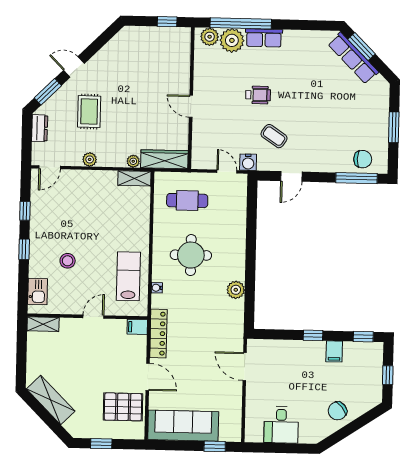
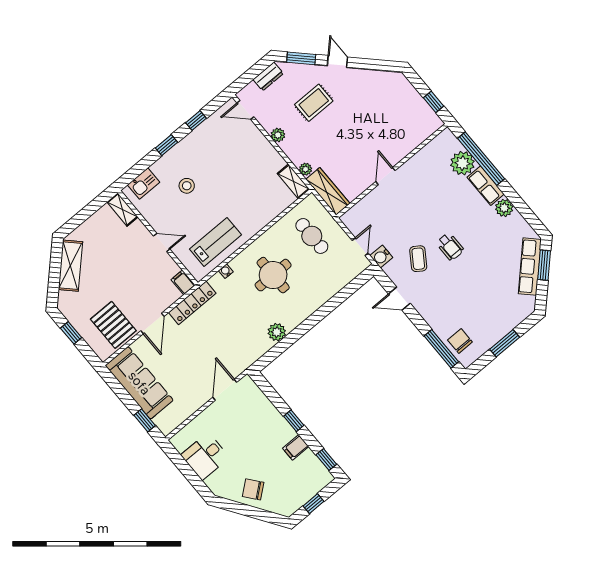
plant: (210, 37) -> (504, 208), moved
wheelchair: (258, 95) -> (450, 247), moved
chair: (363, 159) -> (460, 341), turned 180

